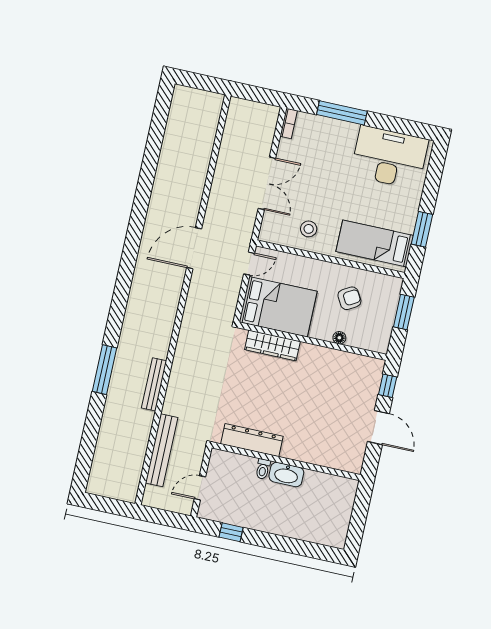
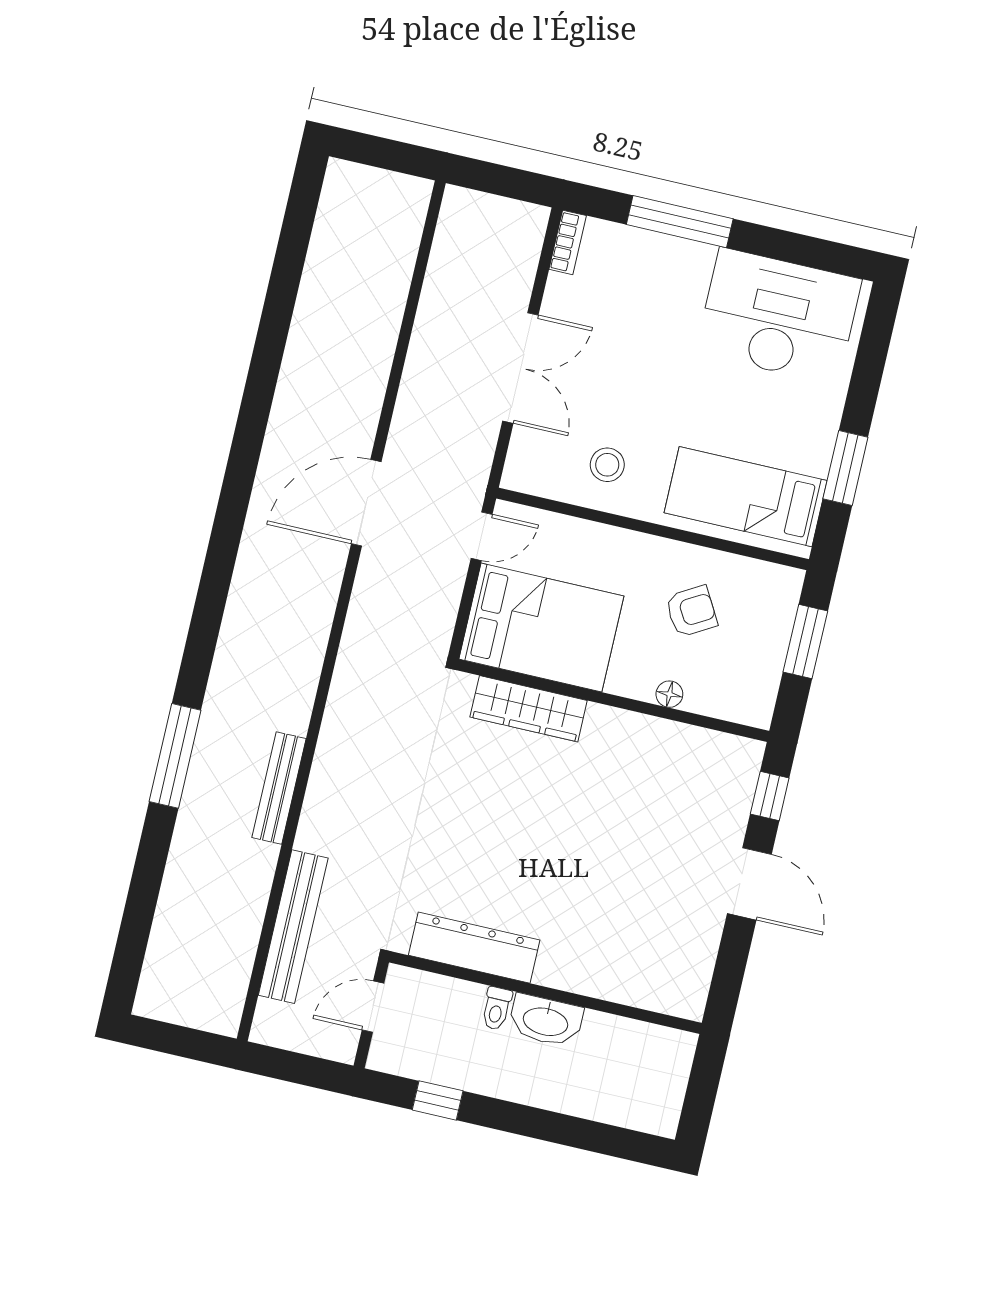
dresser: (252, 440) -> (474, 948), moved
wall: (286, 461) -> (545, 993), moved
toilet: (263, 469) -> (497, 1008), moved
washbasin: (286, 474) -> (546, 1020), moved

